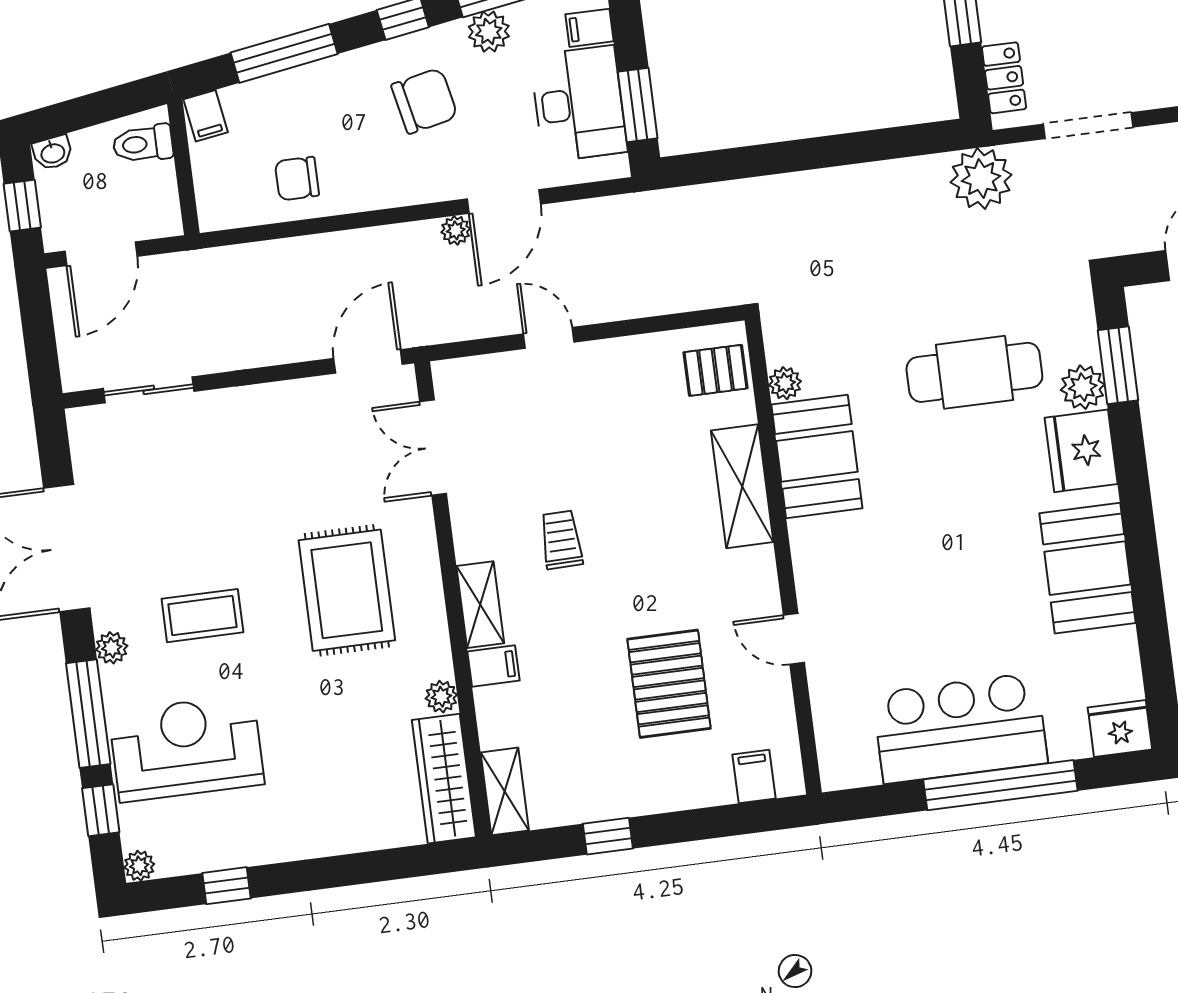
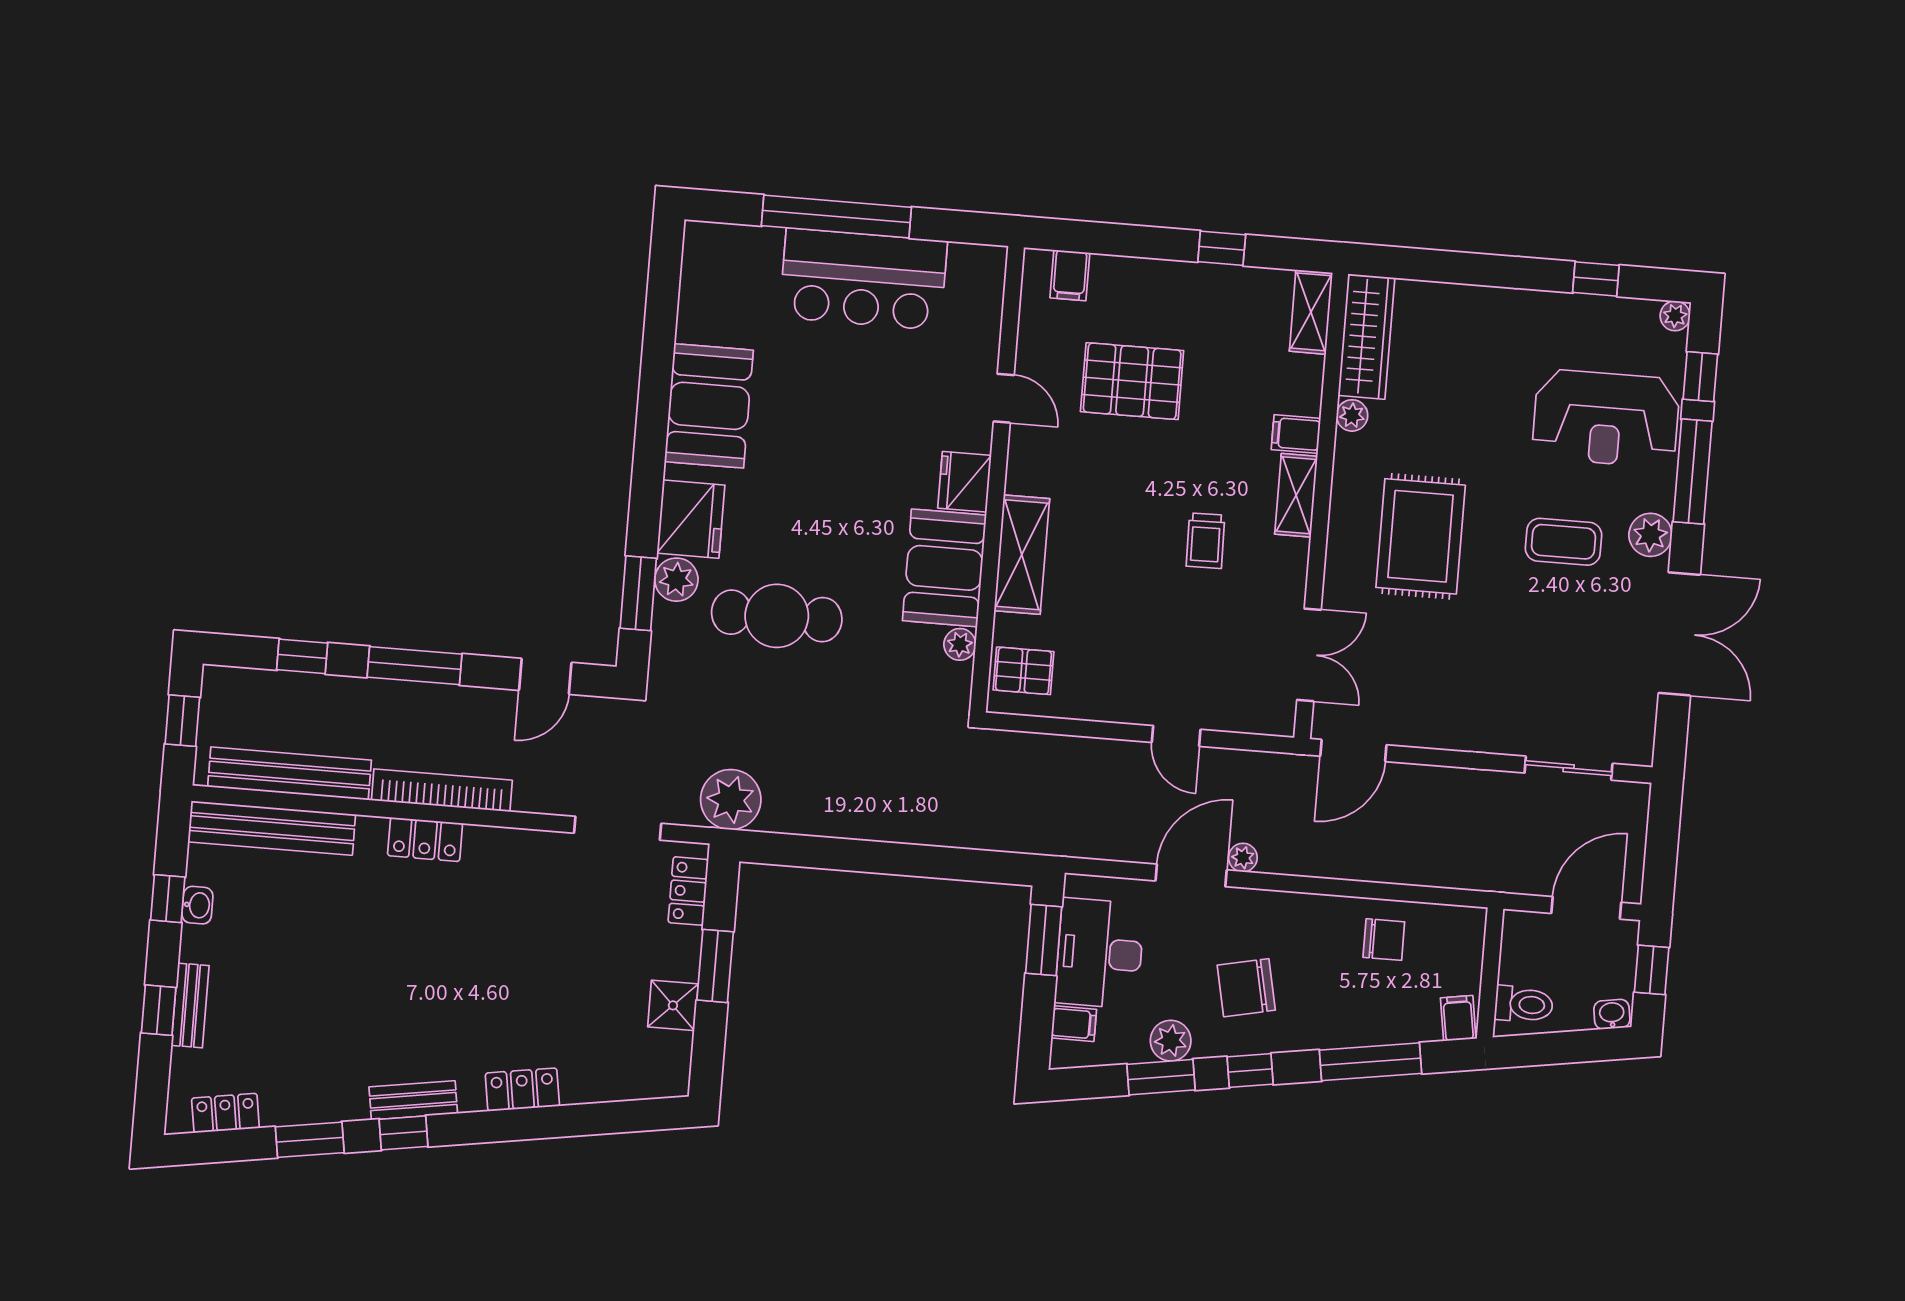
plant: (112, 648) -> (1650, 535), width x1.38, depth x1.38
pallet: (669, 684) -> (1132, 381), turned 90
fridge: (1120, 728) -> (965, 482), moved, turned 90

